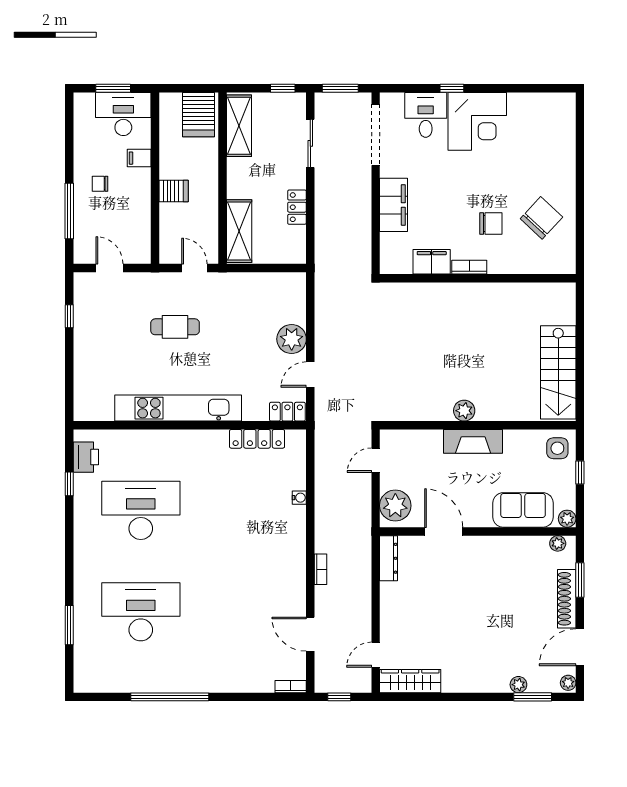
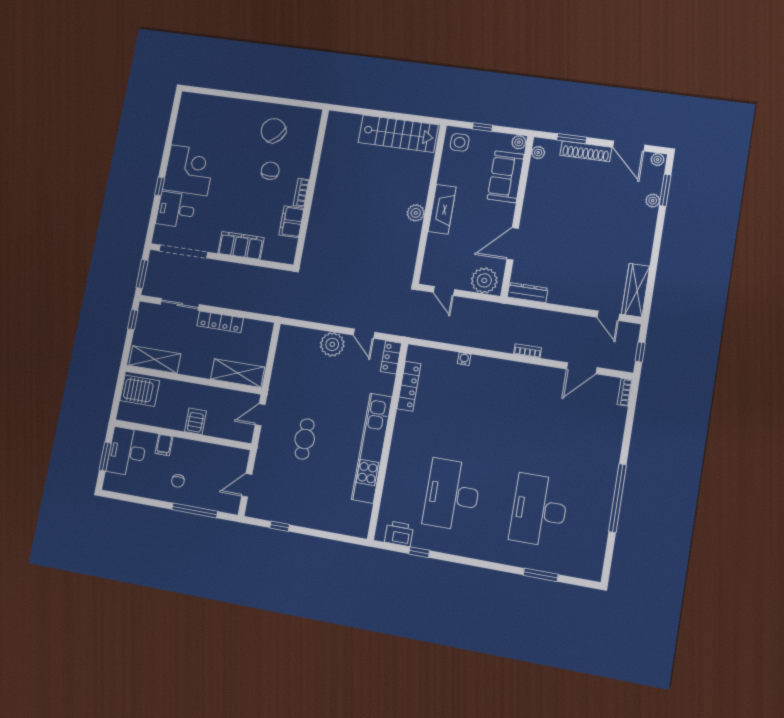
locker: (297, 207) -> (220, 322), width x1.53

